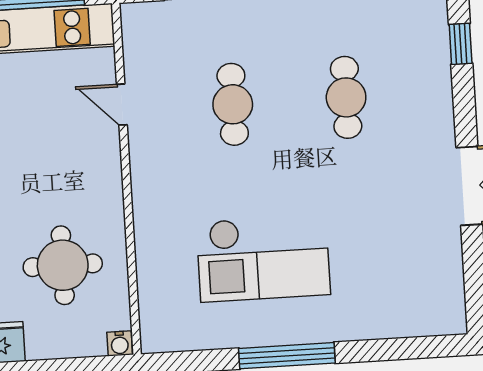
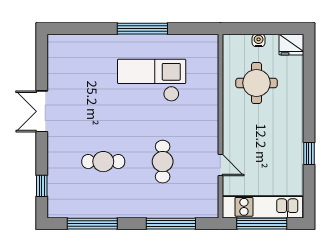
cafe table: (346, 97) -> (103, 162), turned 90
water cooler: (120, 343) -> (259, 40), moved

